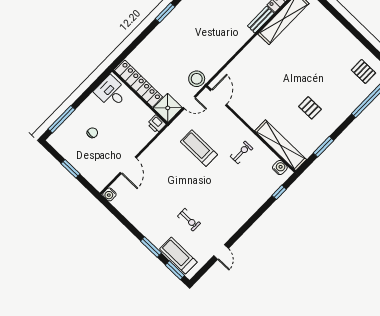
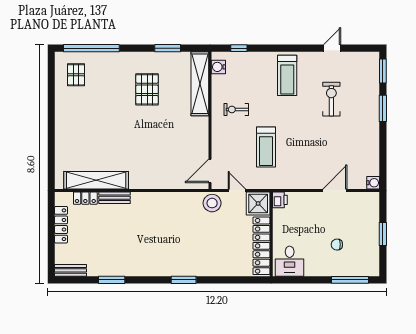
pallet: (310, 108) -> (147, 89), width x1.50, depth x1.42
exercise bike: (189, 220) -> (331, 99), width x1.38, depth x1.39
treadmill: (178, 255) -> (287, 75), moved

